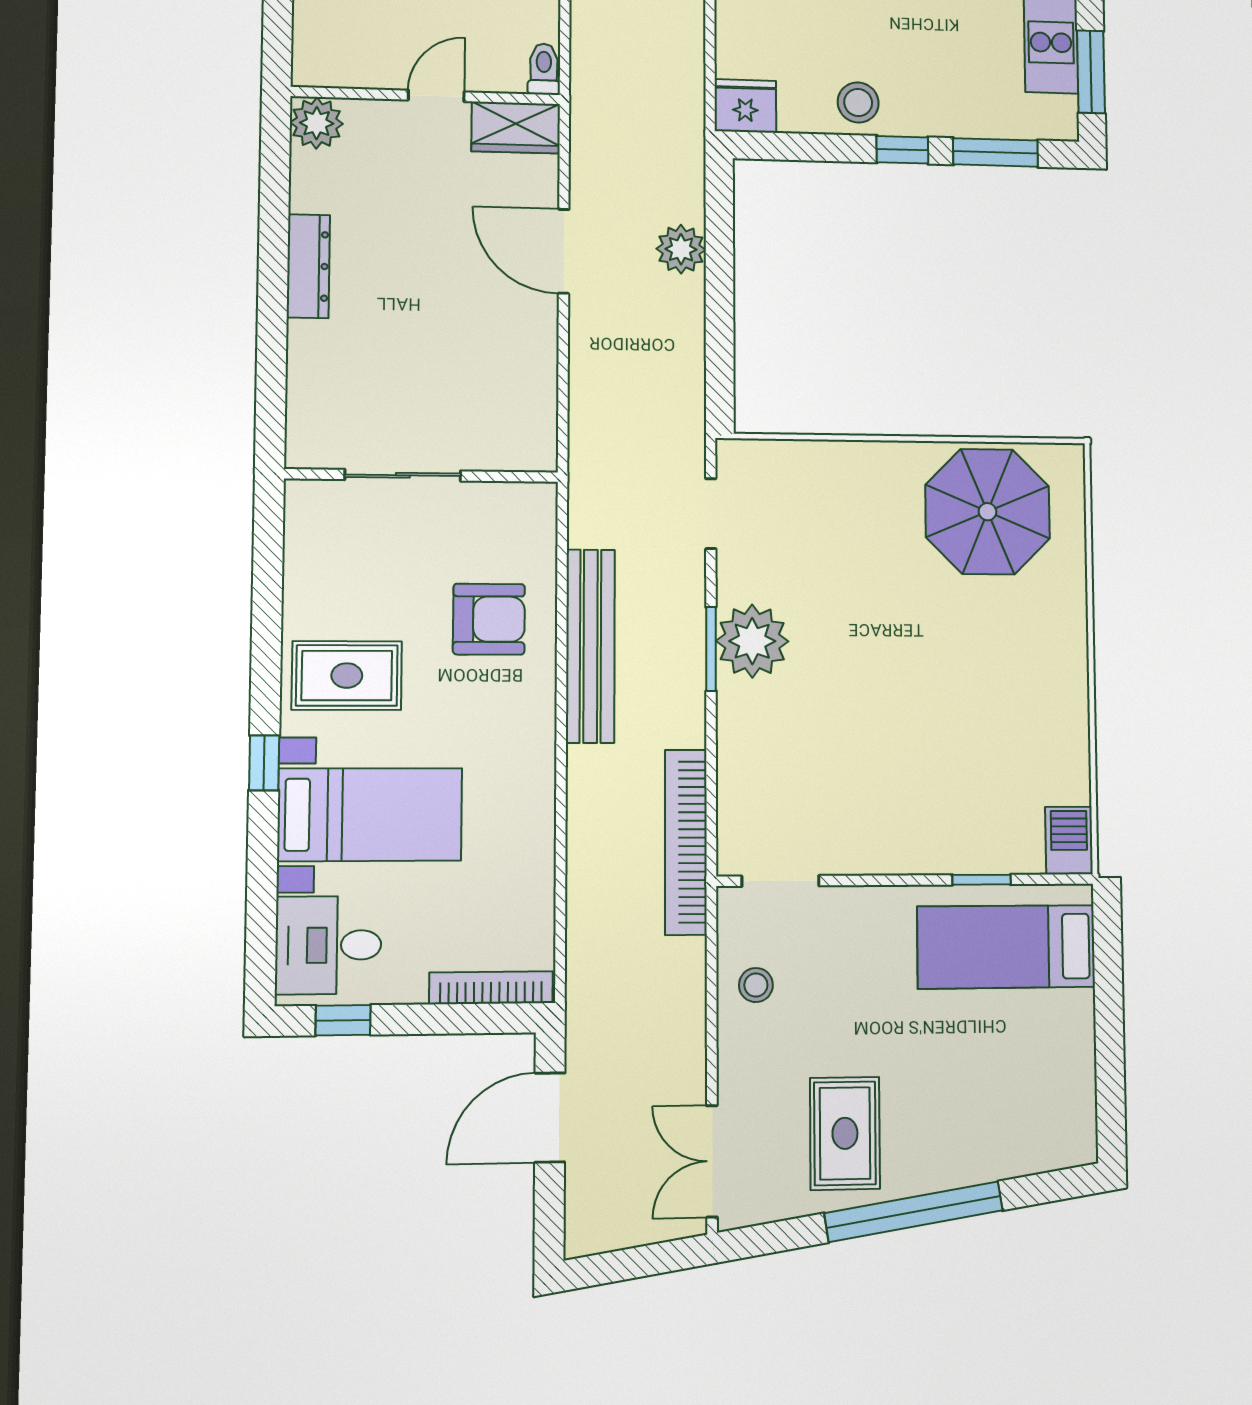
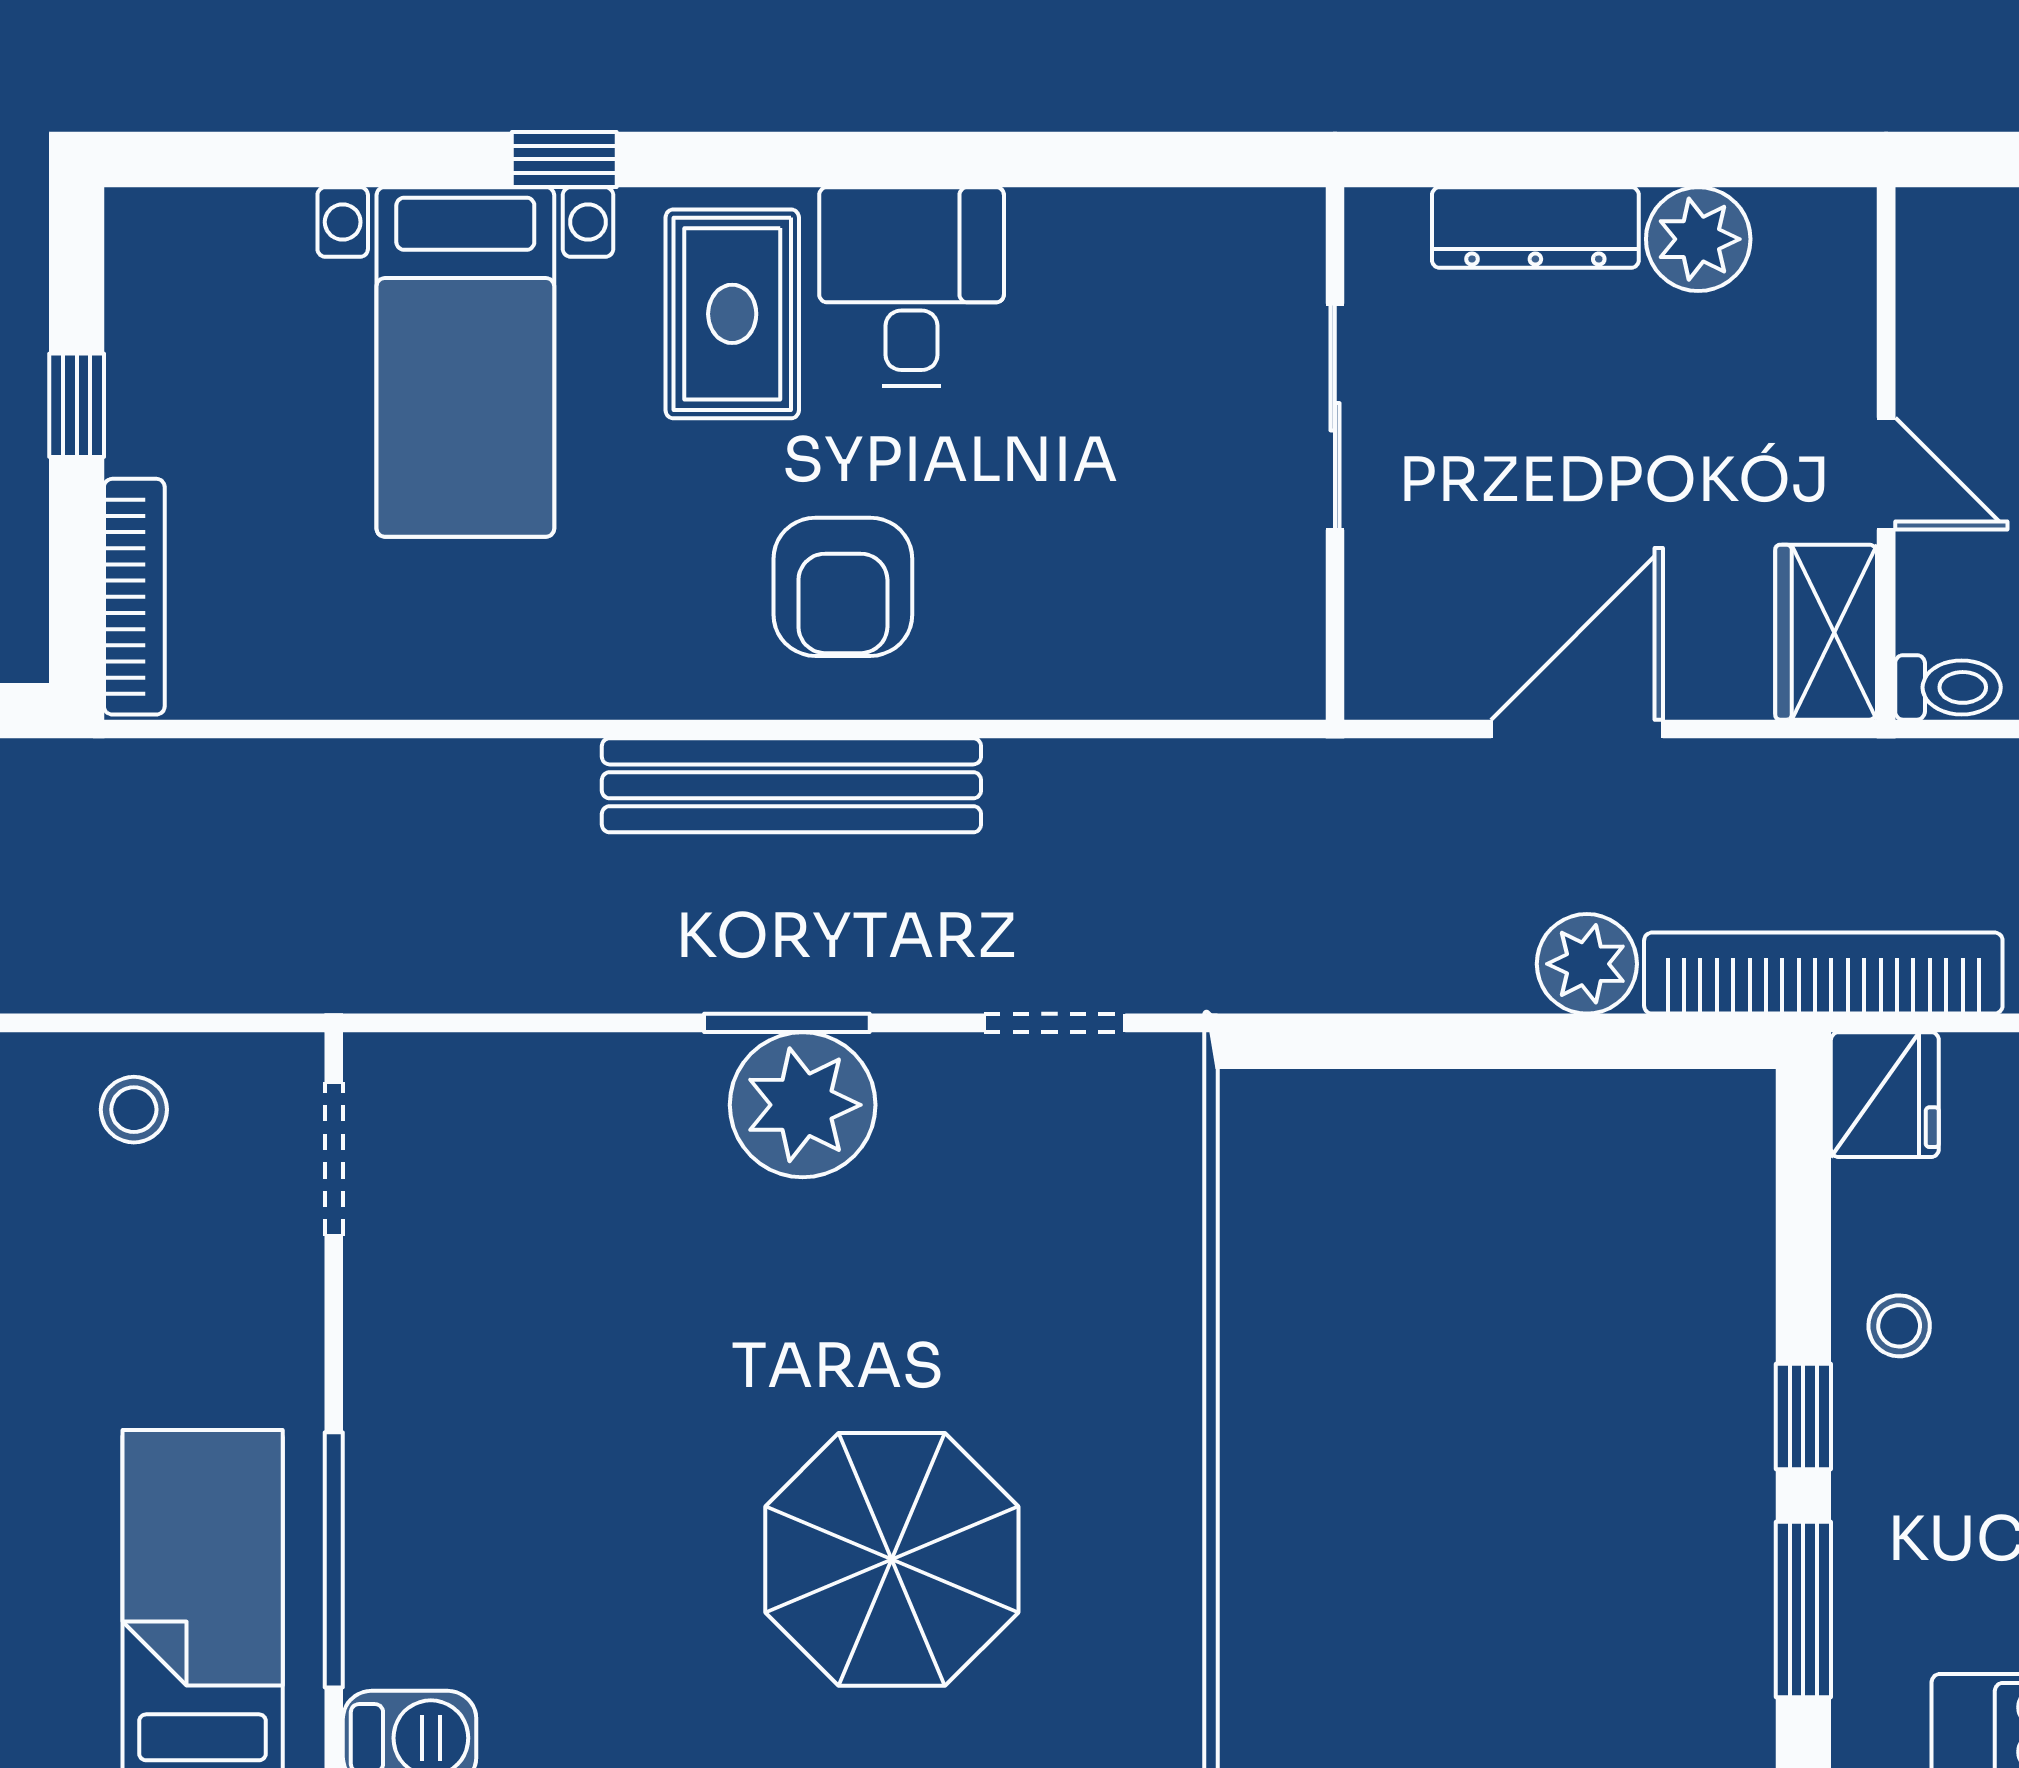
stool: (858, 102) -> (1899, 1326), width x0.73, depth x0.73
plant: (317, 123) -> (1698, 239), moved
sliding door: (403, 475) -> (1335, 417), moved
wall: (422, 475) -> (1335, 453), moved
parasol: (988, 512) -> (892, 1559), moved
bookcase: (686, 842) -> (1823, 973), moved
window: (982, 880) -> (334, 1560), width x2.17
desk: (328, 945) -> (912, 287), moved
window: (343, 1020) -> (77, 405), moved

